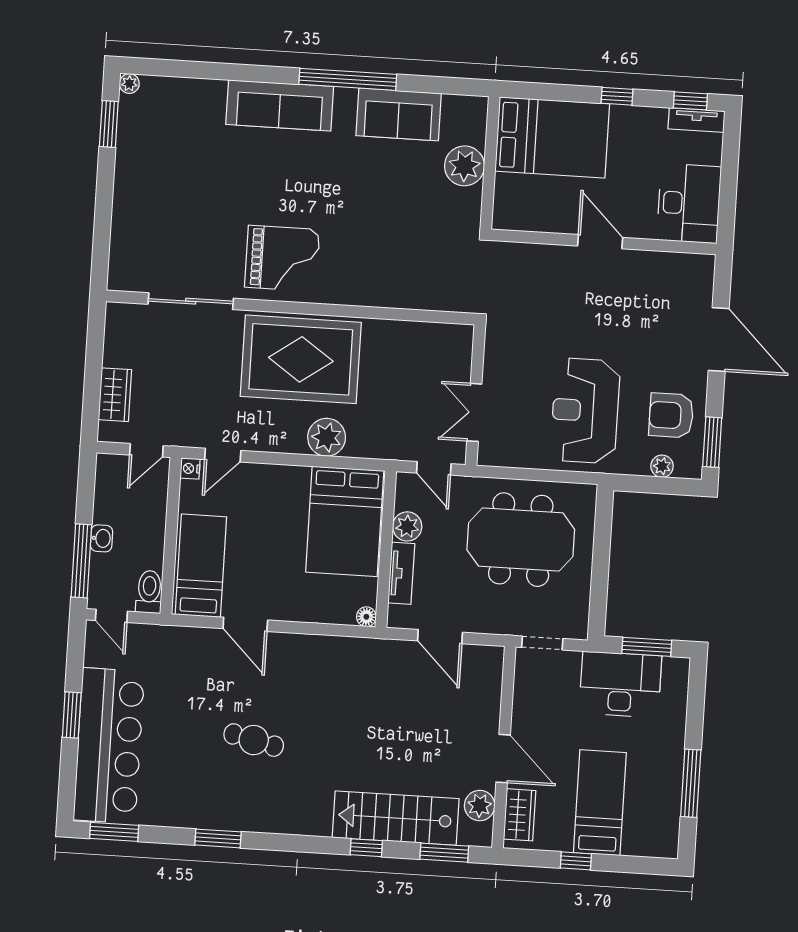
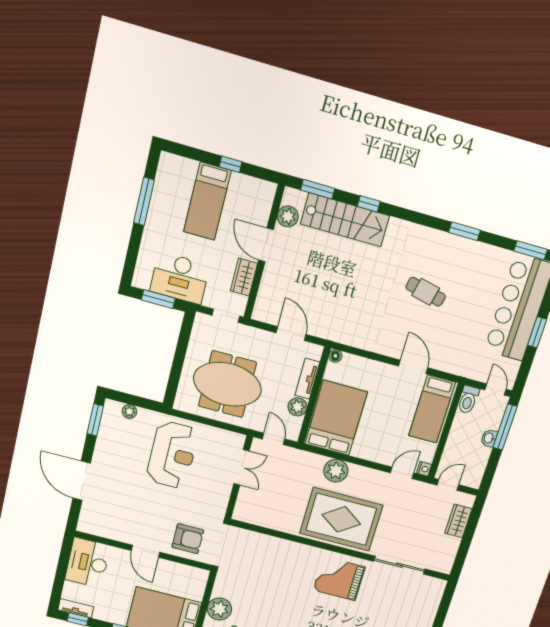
armchair: (671, 415) -> (188, 539), moved
wardrobe: (520, 815) -> (244, 277), moved

